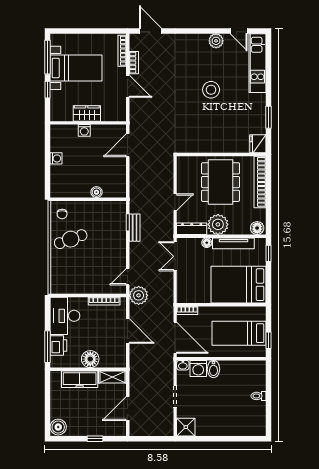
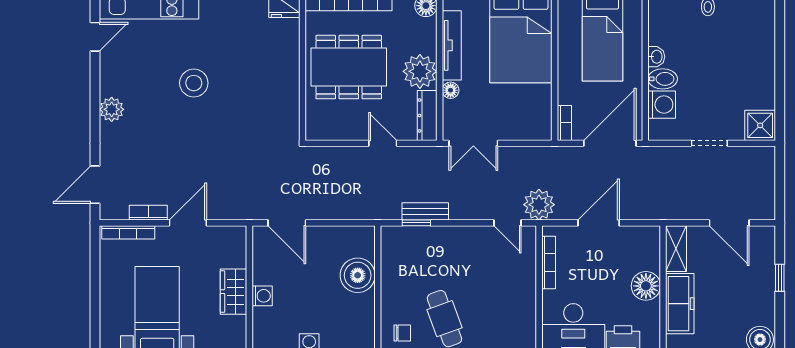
plant: (216, 41) -> (112, 109), moved
boiler: (97, 192) -> (358, 275), width x1.86, depth x1.86
washbasin: (183, 365) -> (656, 57), moved

